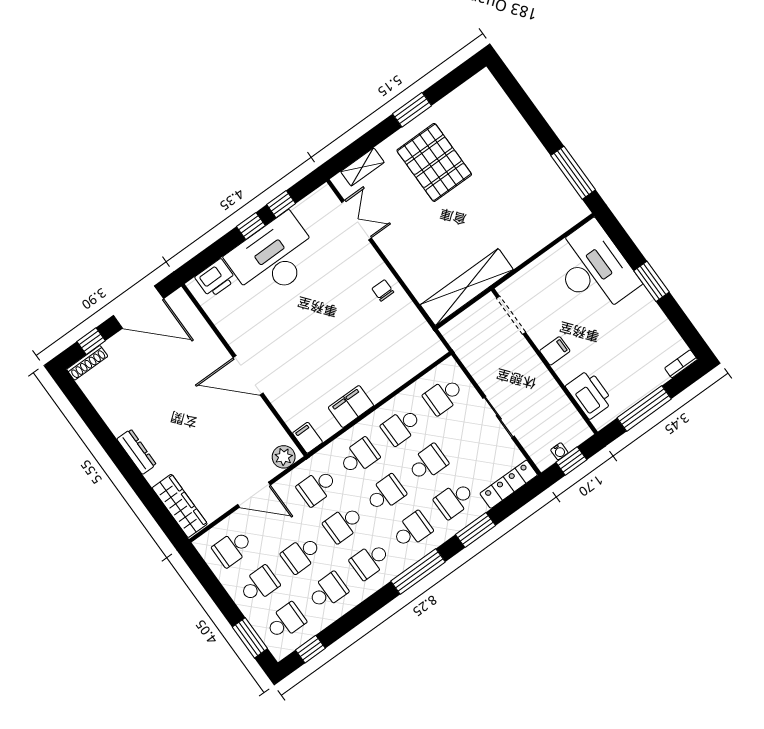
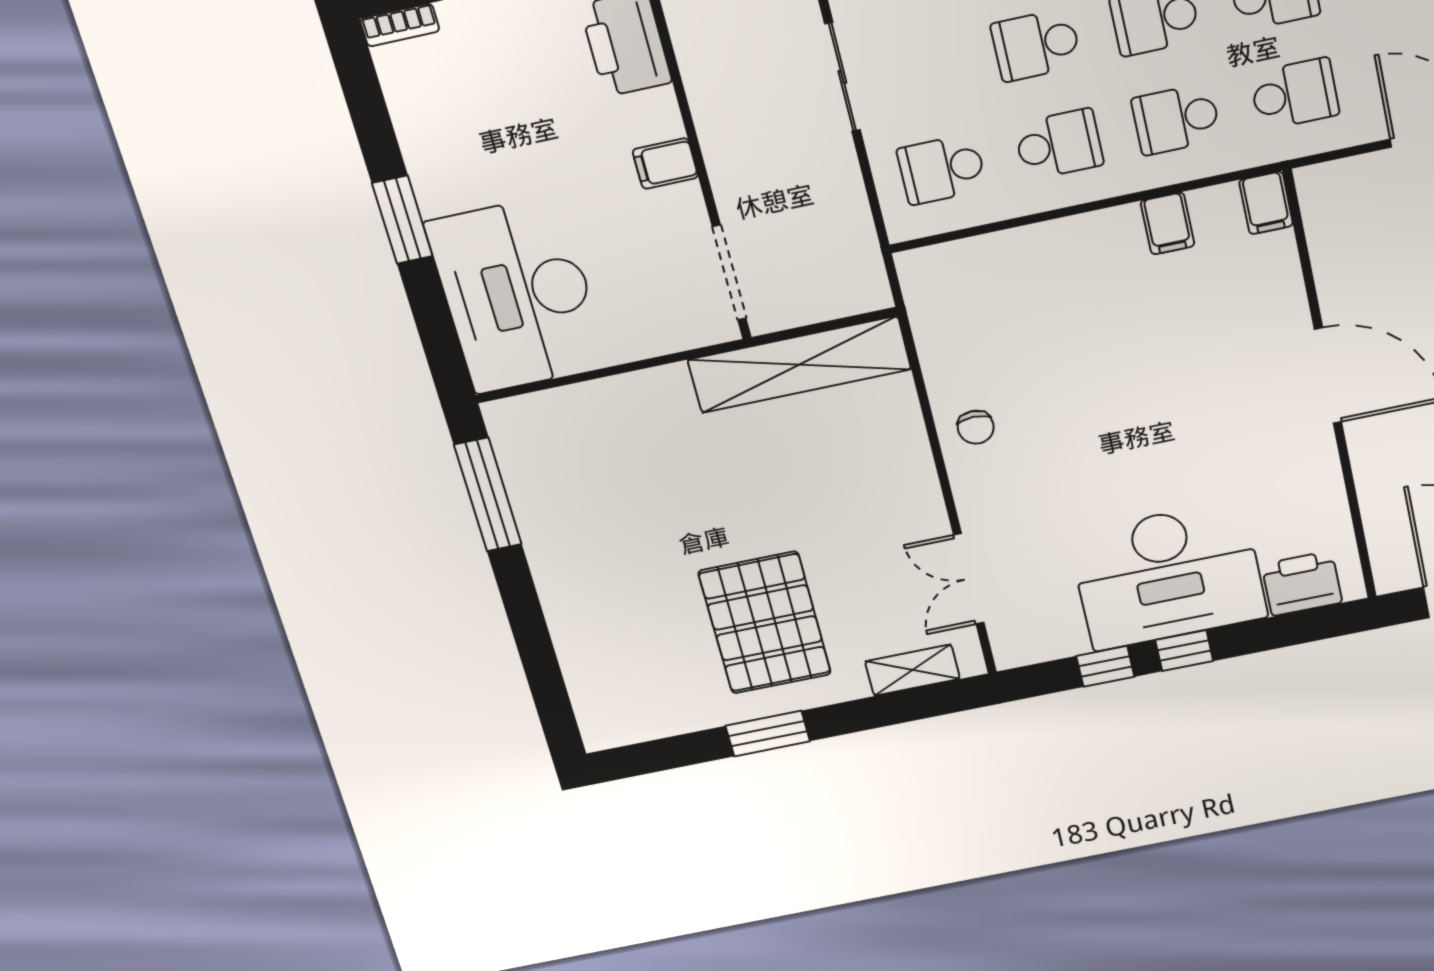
school desk: (443, 396) -> (942, 169), turned 180
filing cabinet: (351, 406) -> (1168, 223), width x0.50
plant: (284, 457) -> (1334, 185), removed

